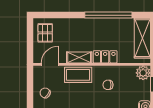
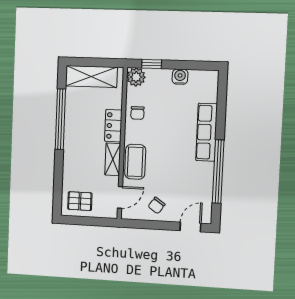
door: (50, 64) -> (120, 197), swing flipped
chair: (108, 85) -> (137, 113), moved

